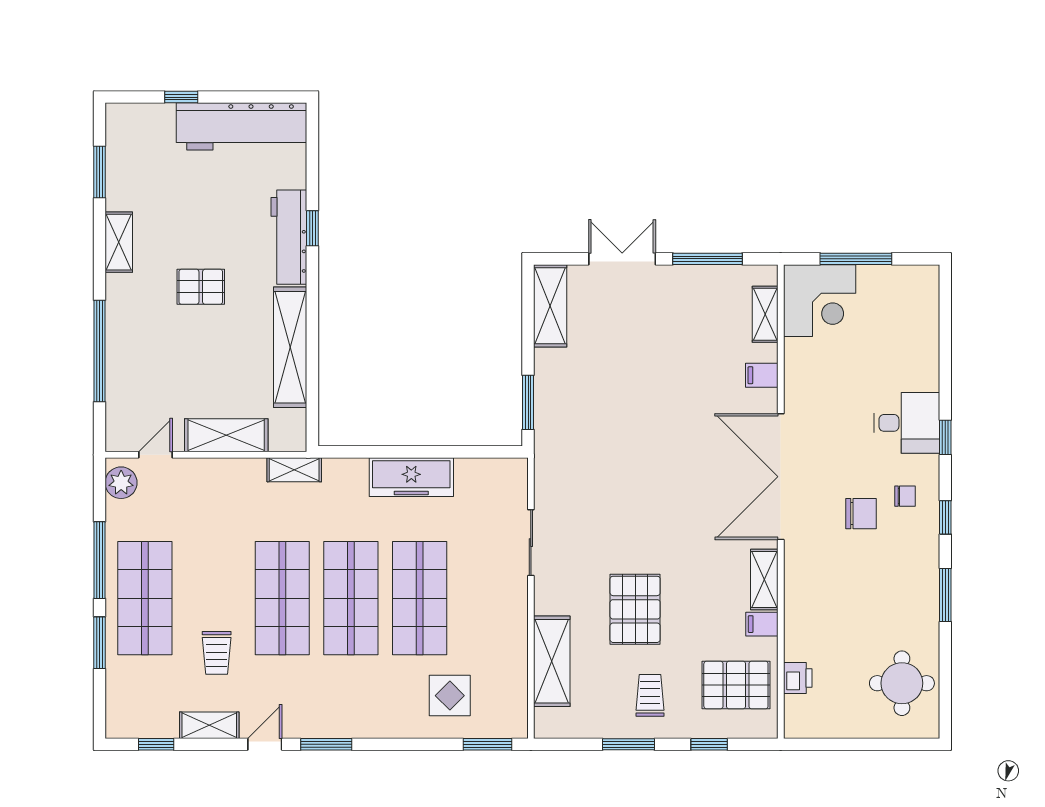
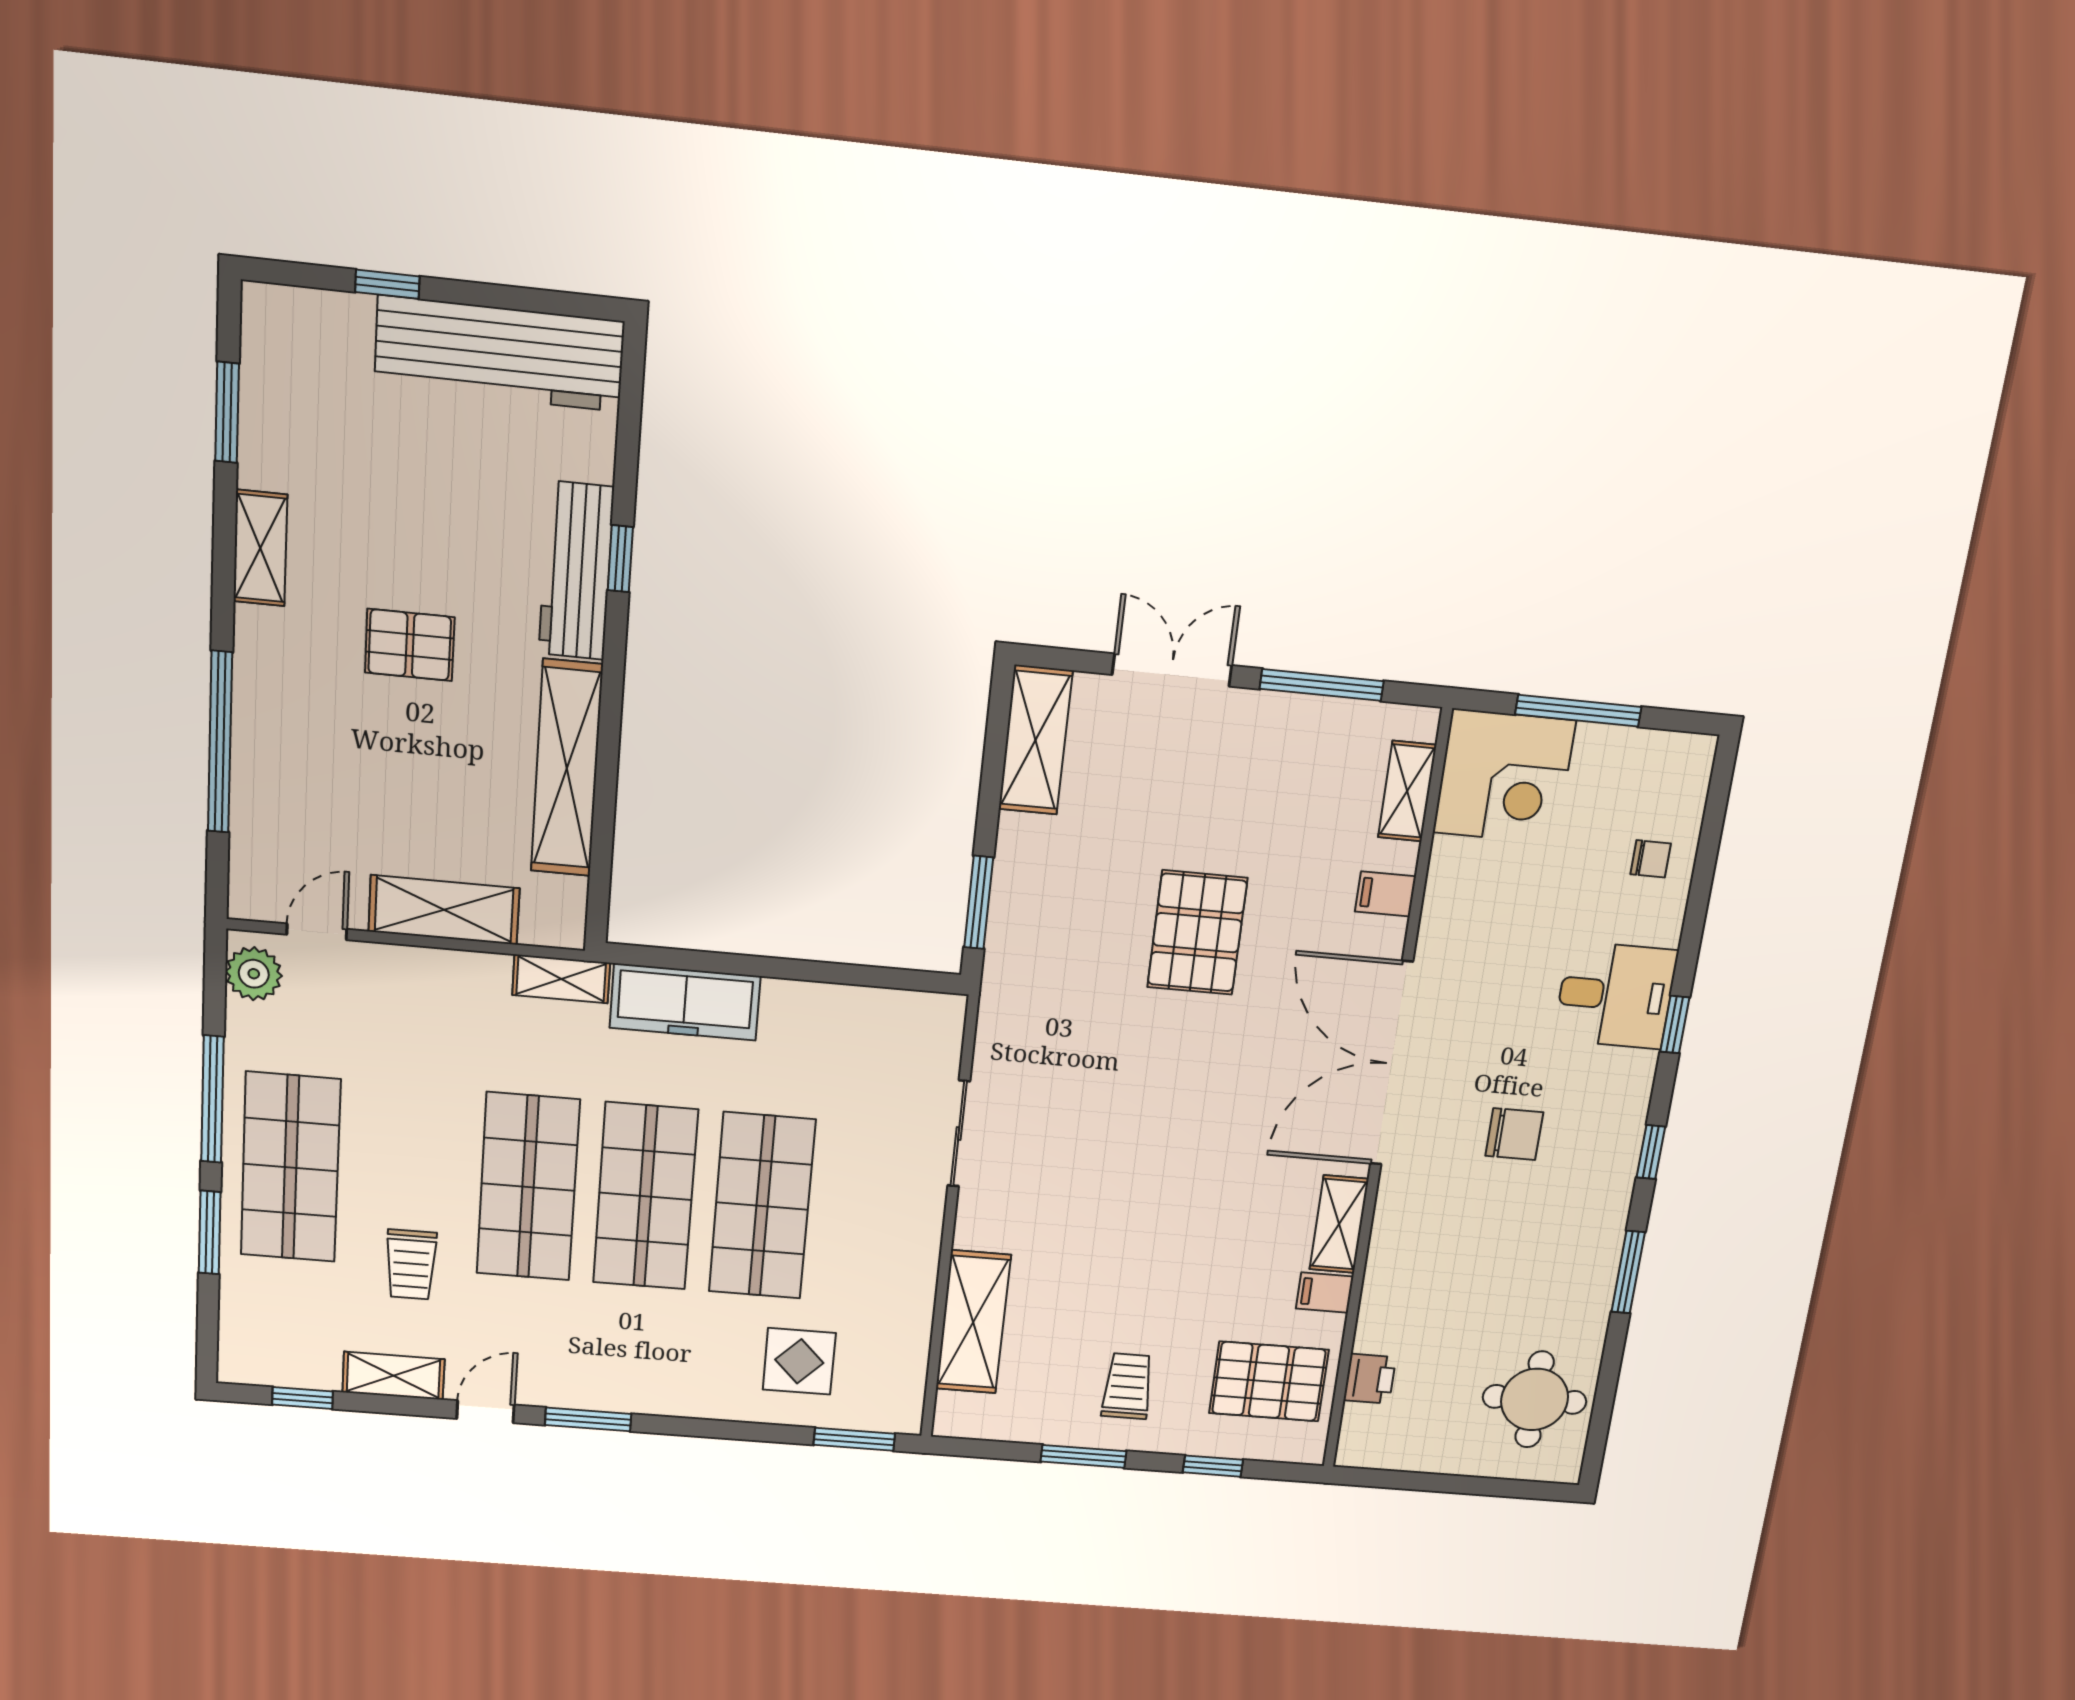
freezer: (411, 477) -> (685, 1002), moved
chair: (905, 496) -> (1651, 859), moved
pallet: (635, 609) -> (1197, 933), moved

